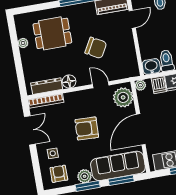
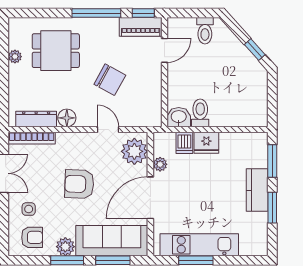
plant: (140, 85) -> (160, 164), moved
armchair: (59, 174) -> (32, 237), turned 90

